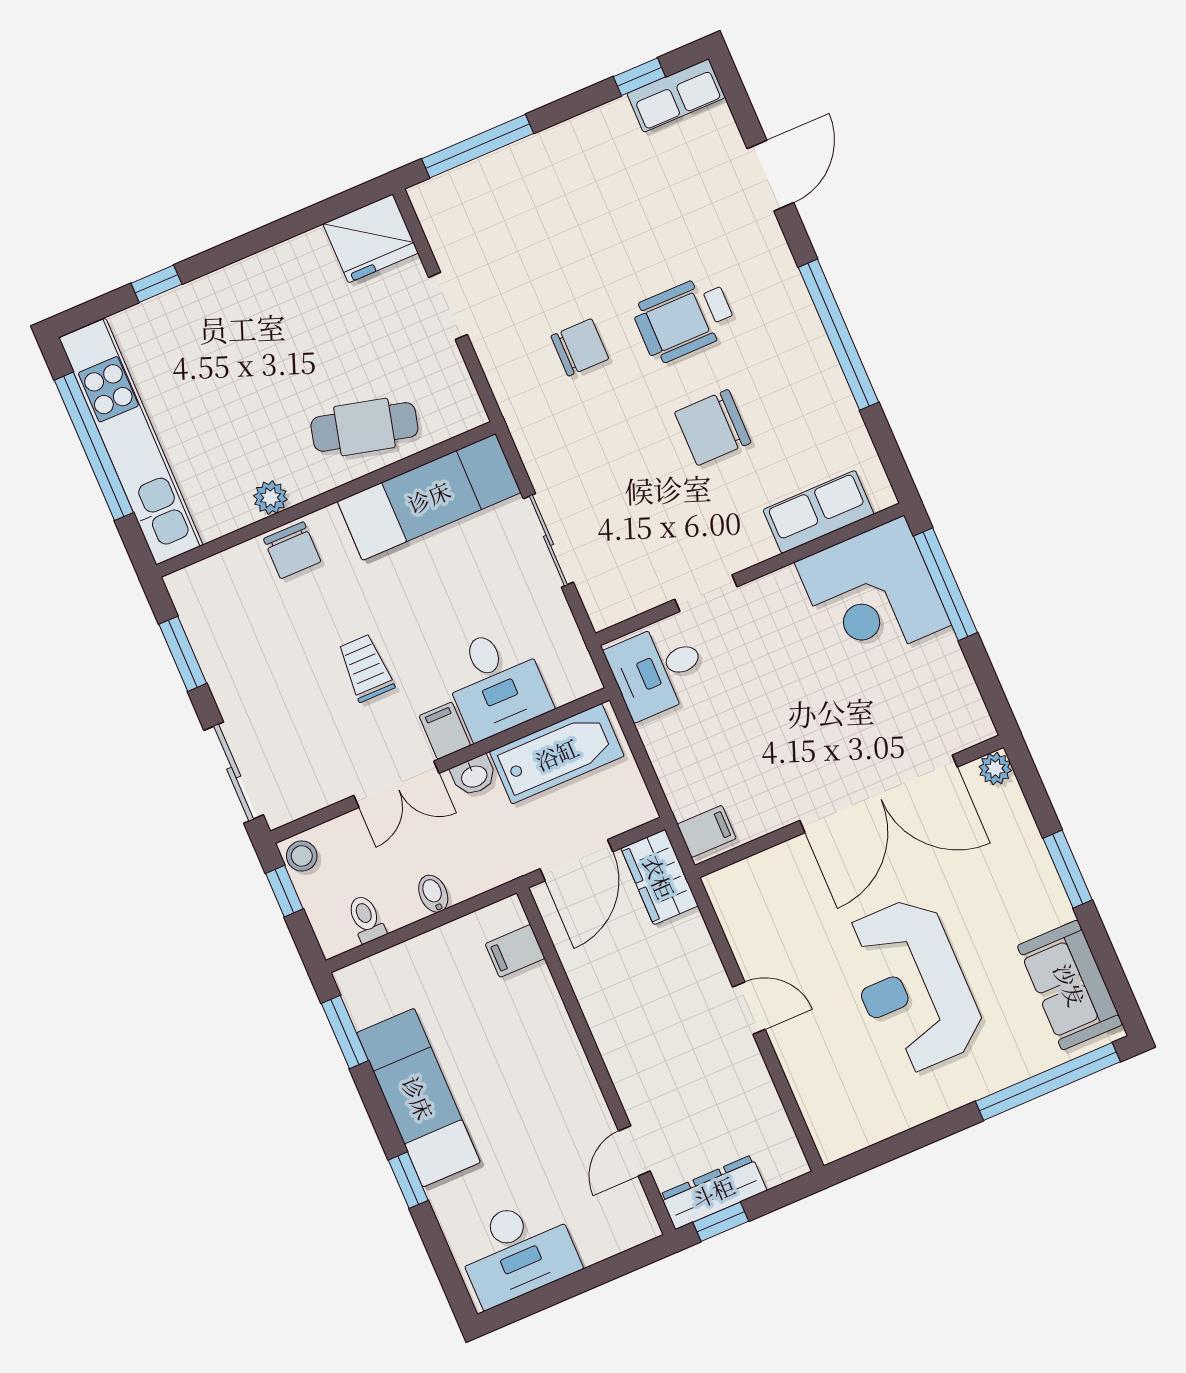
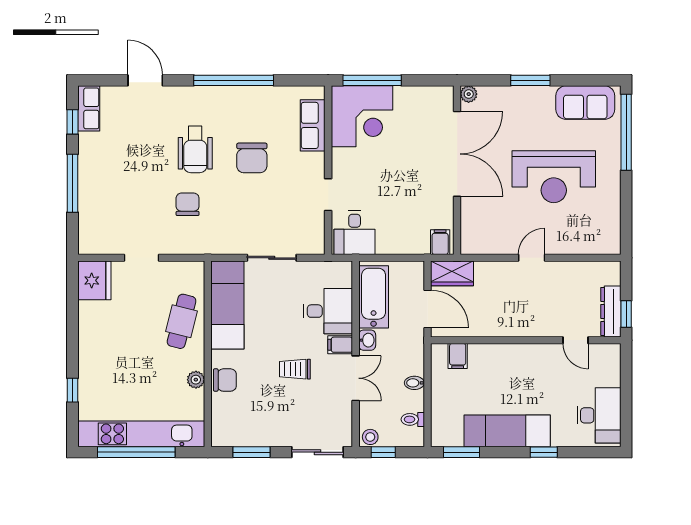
window: (478, 146) -> (73, 183), moved

